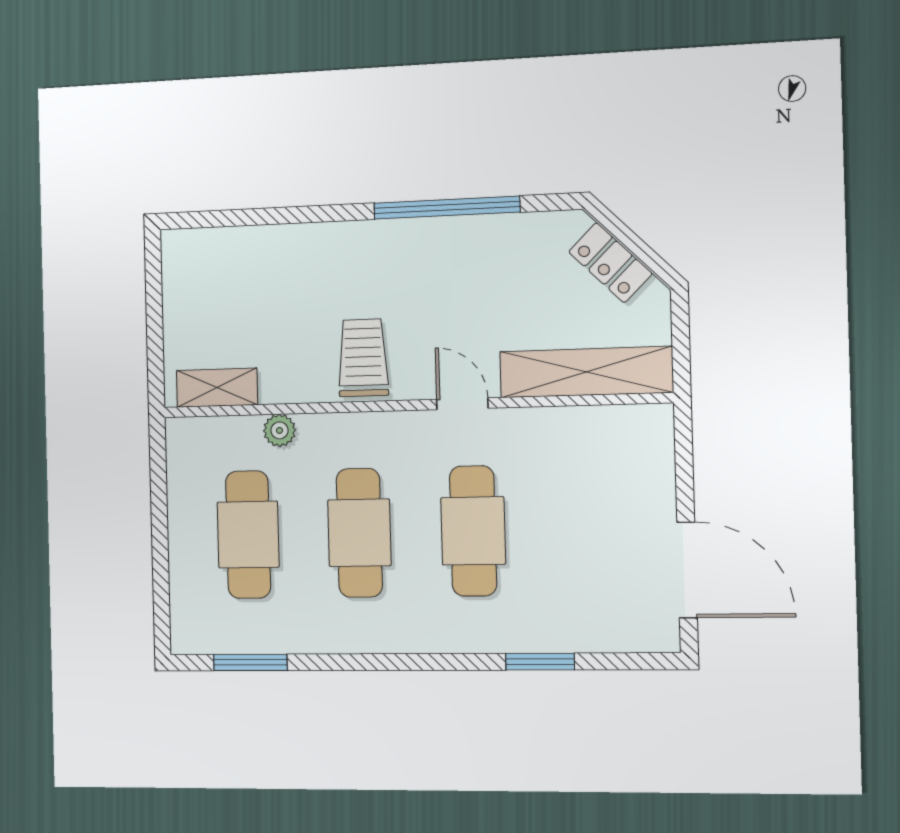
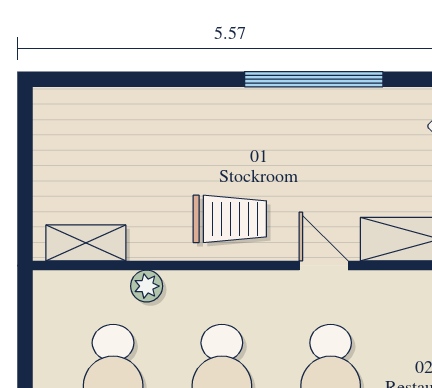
trolley: (363, 358) -> (230, 219), turned 90

